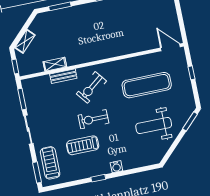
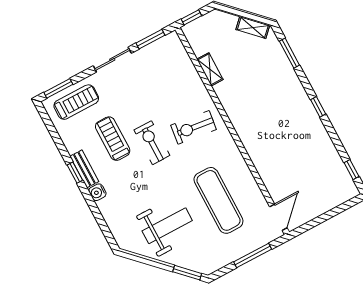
shelving: (25, 41) -> (253, 28), moved
window: (192, 73) -> (253, 256), width x2.17
bench: (63, 76) -> (84, 169), moved
exercise bike: (91, 87) -> (194, 127), turned -45
weight bench: (154, 126) -> (167, 226), turned 90

